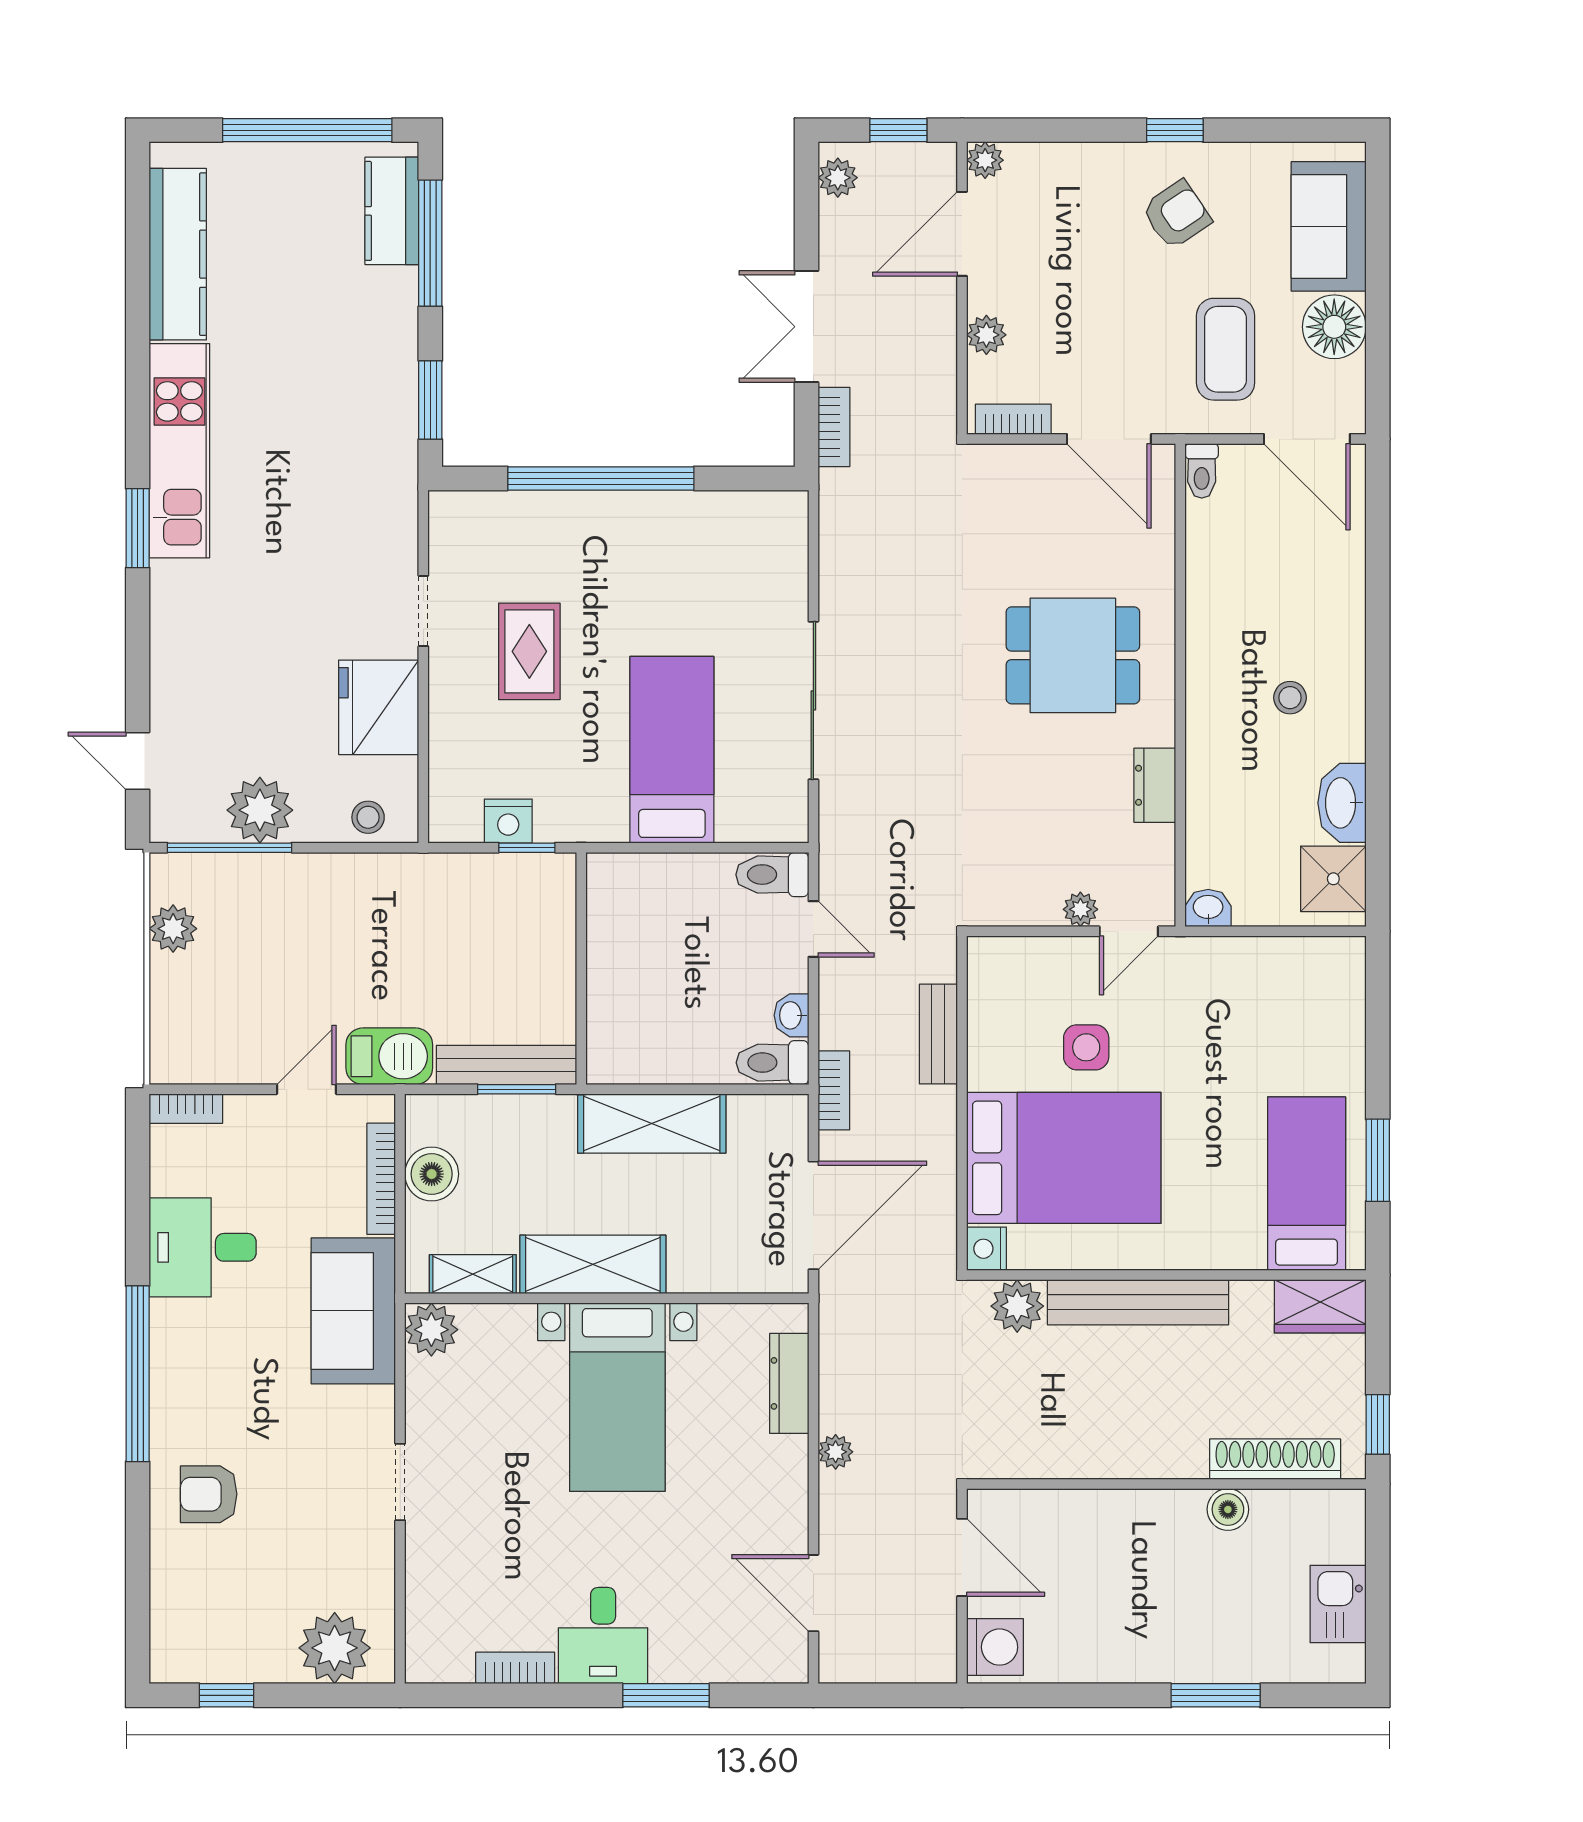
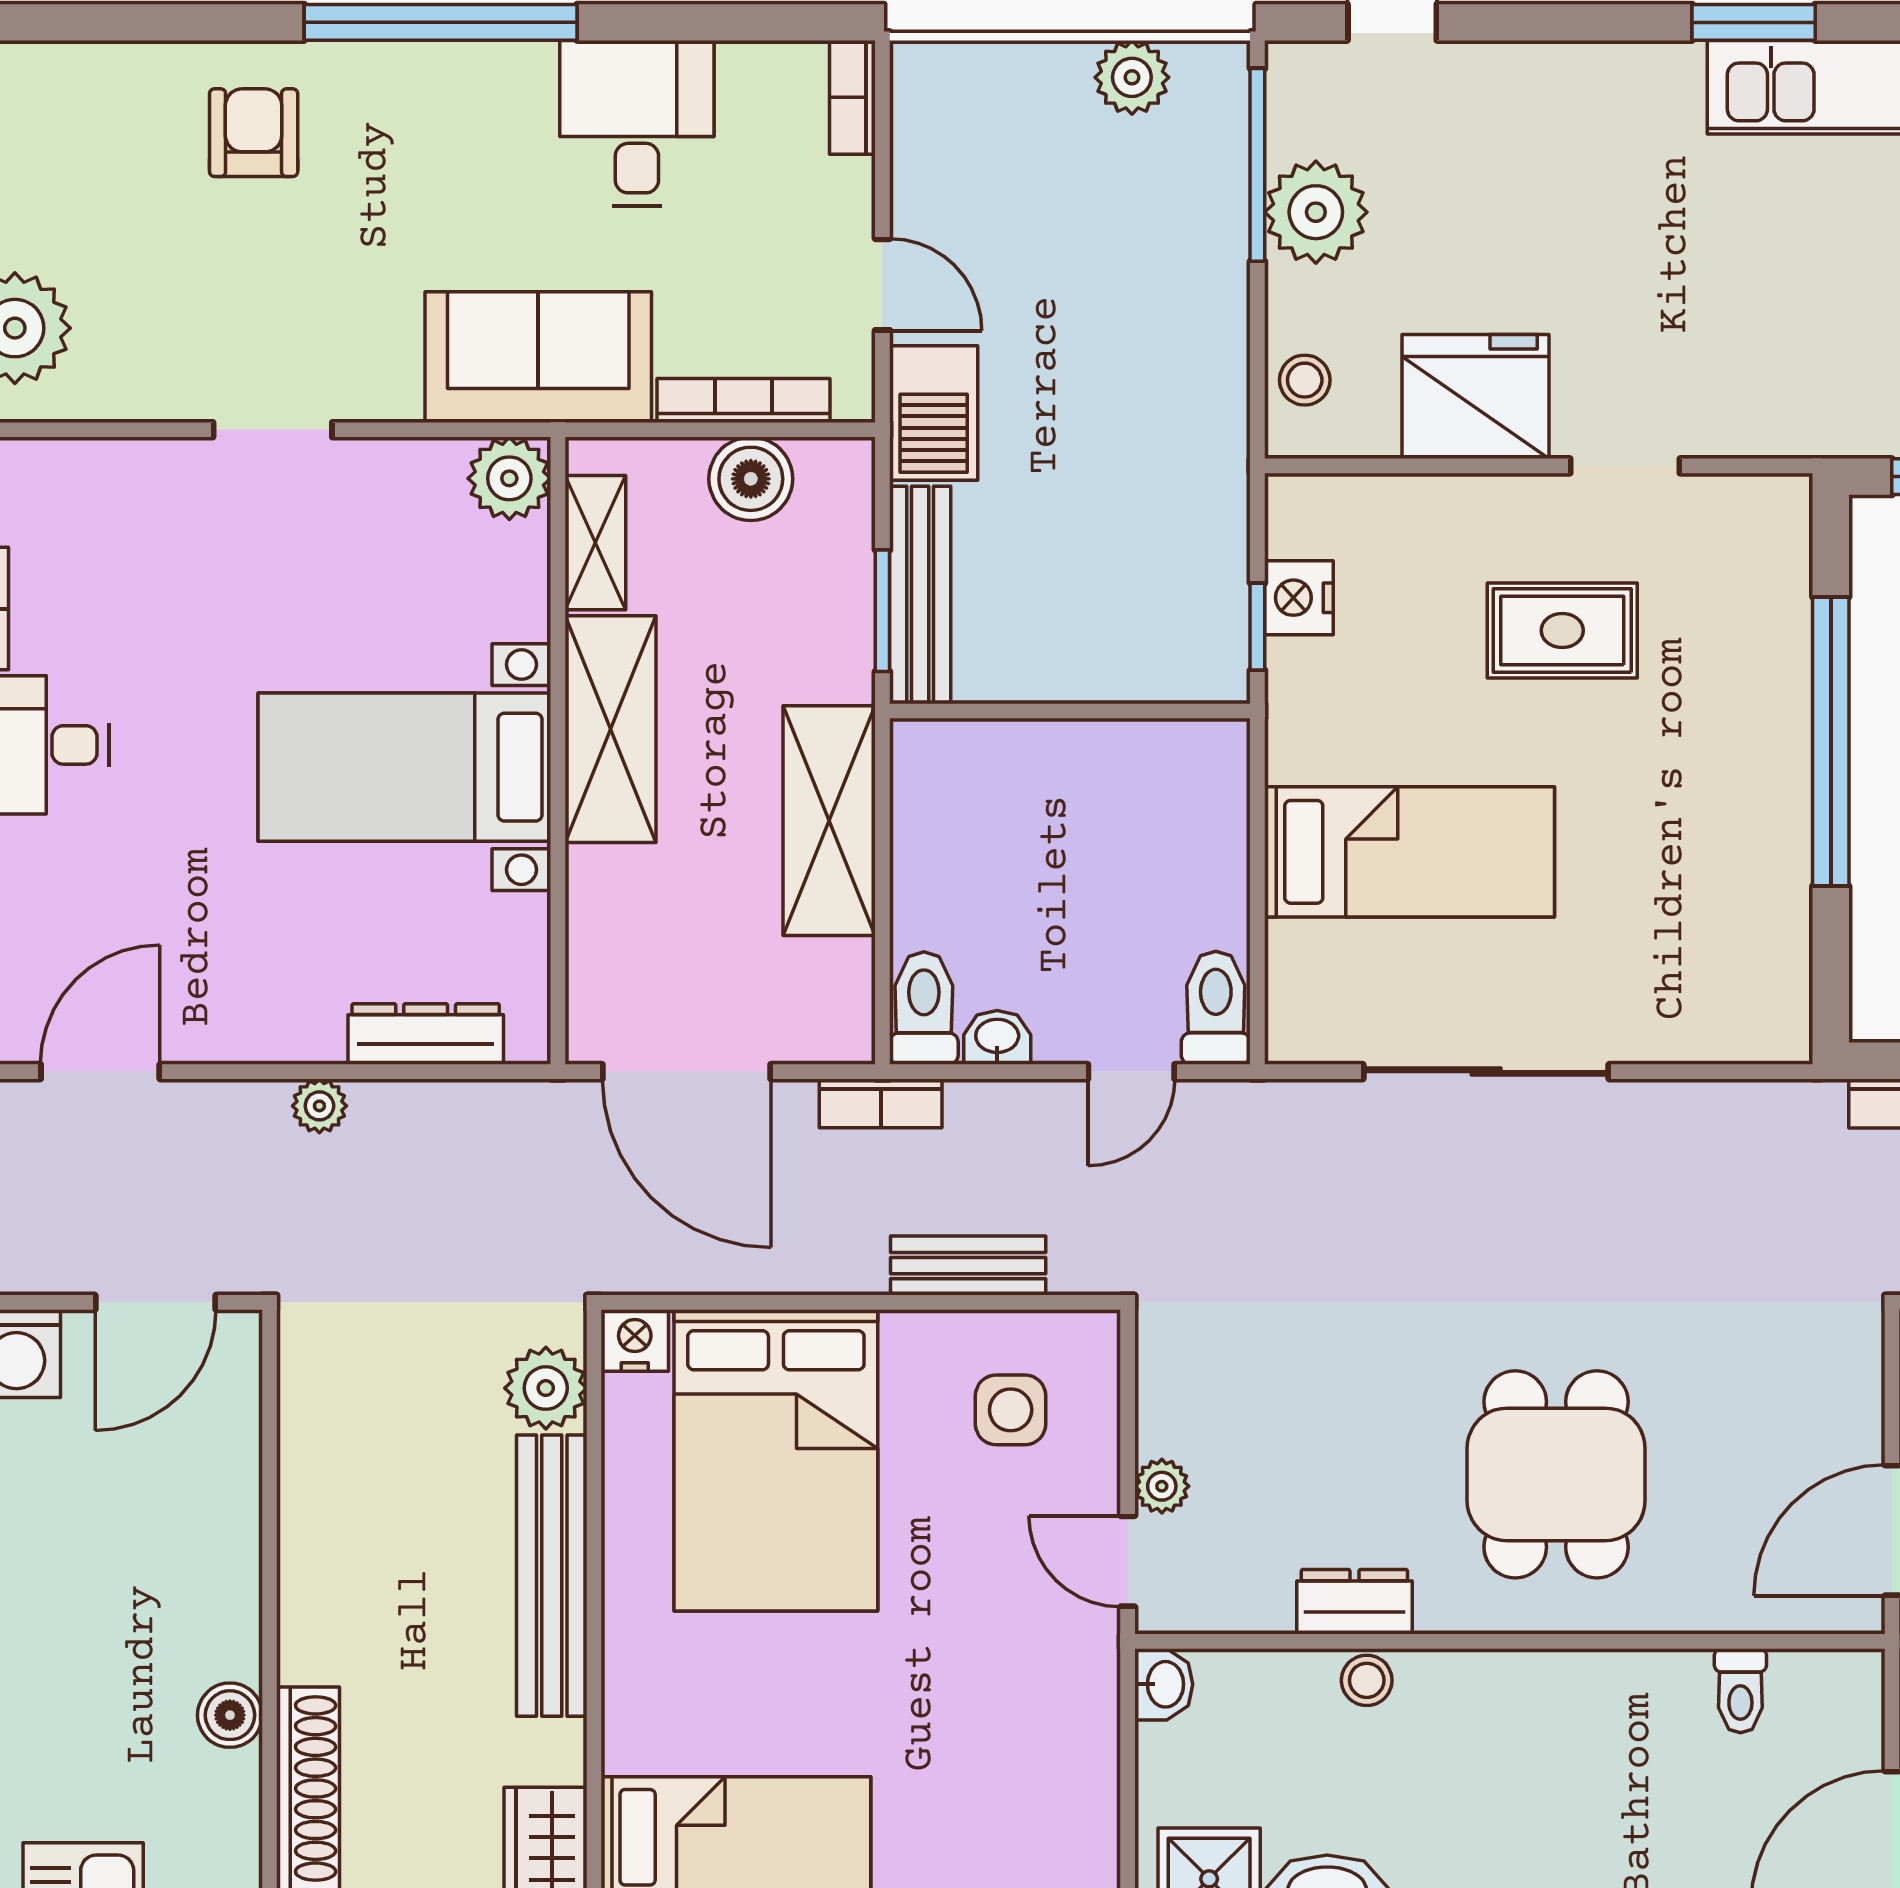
toilet: (1202, 471) -> (1740, 1691), moved, turned -90
stool: (1290, 698) -> (1367, 1680), moved
side table: (1086, 1047) -> (1011, 1410), moved

